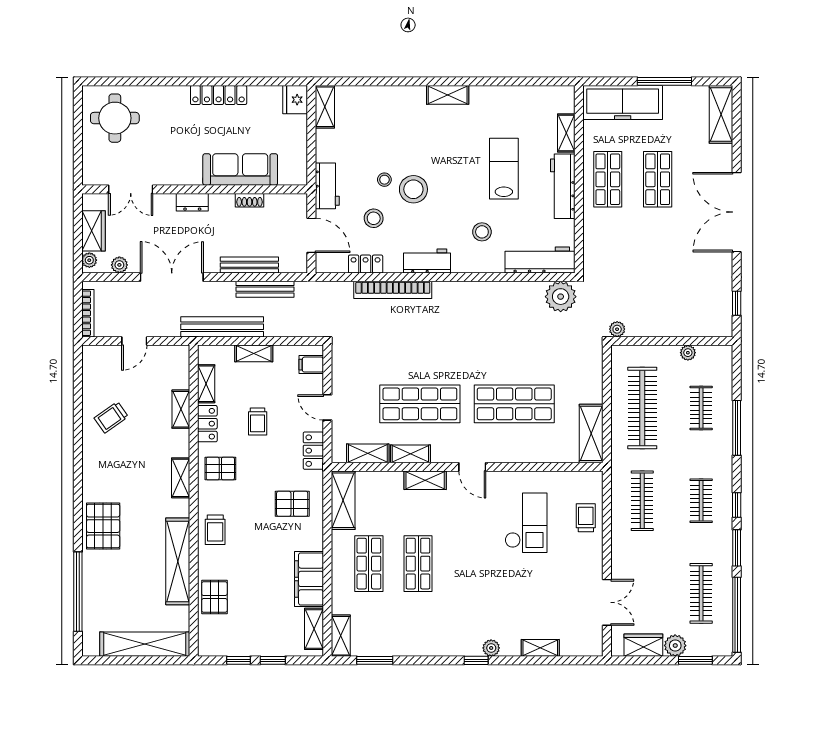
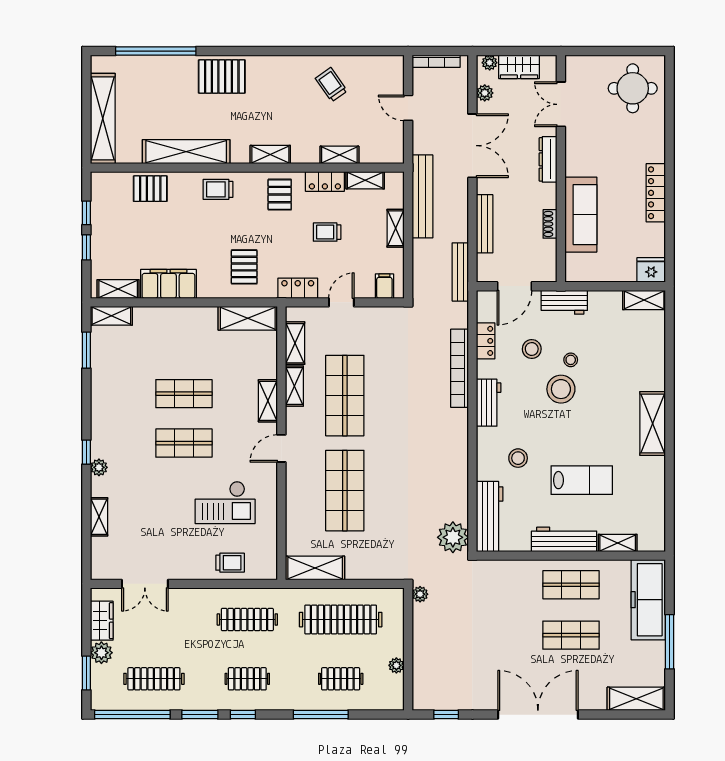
shelving: (448, 95) -> (653, 423), width x1.50, depth x1.33
dresser: (192, 202) -> (548, 159), width x1.44
bench: (265, 289) -> (460, 272), moved
shop shelf: (369, 564) -> (184, 443), moved

